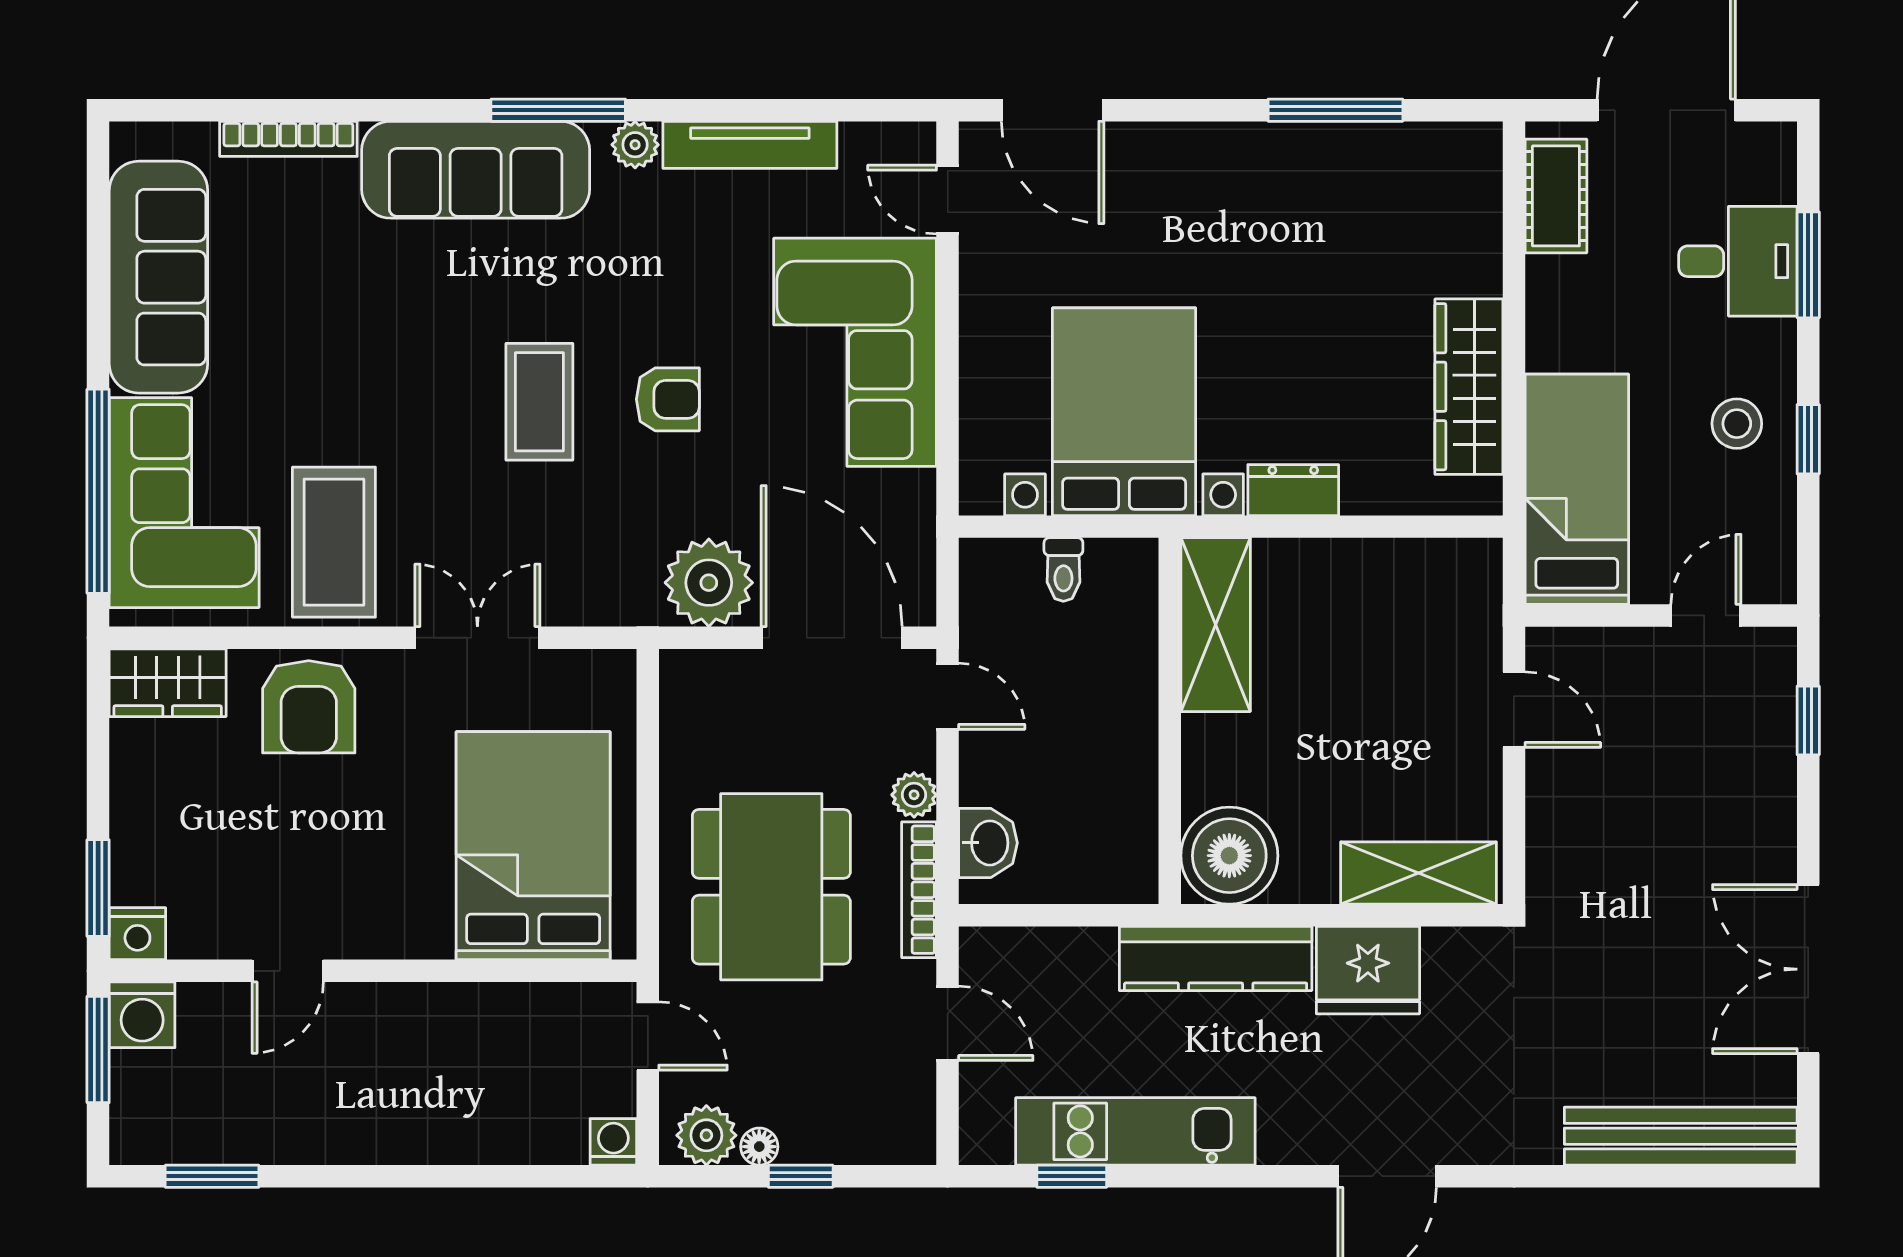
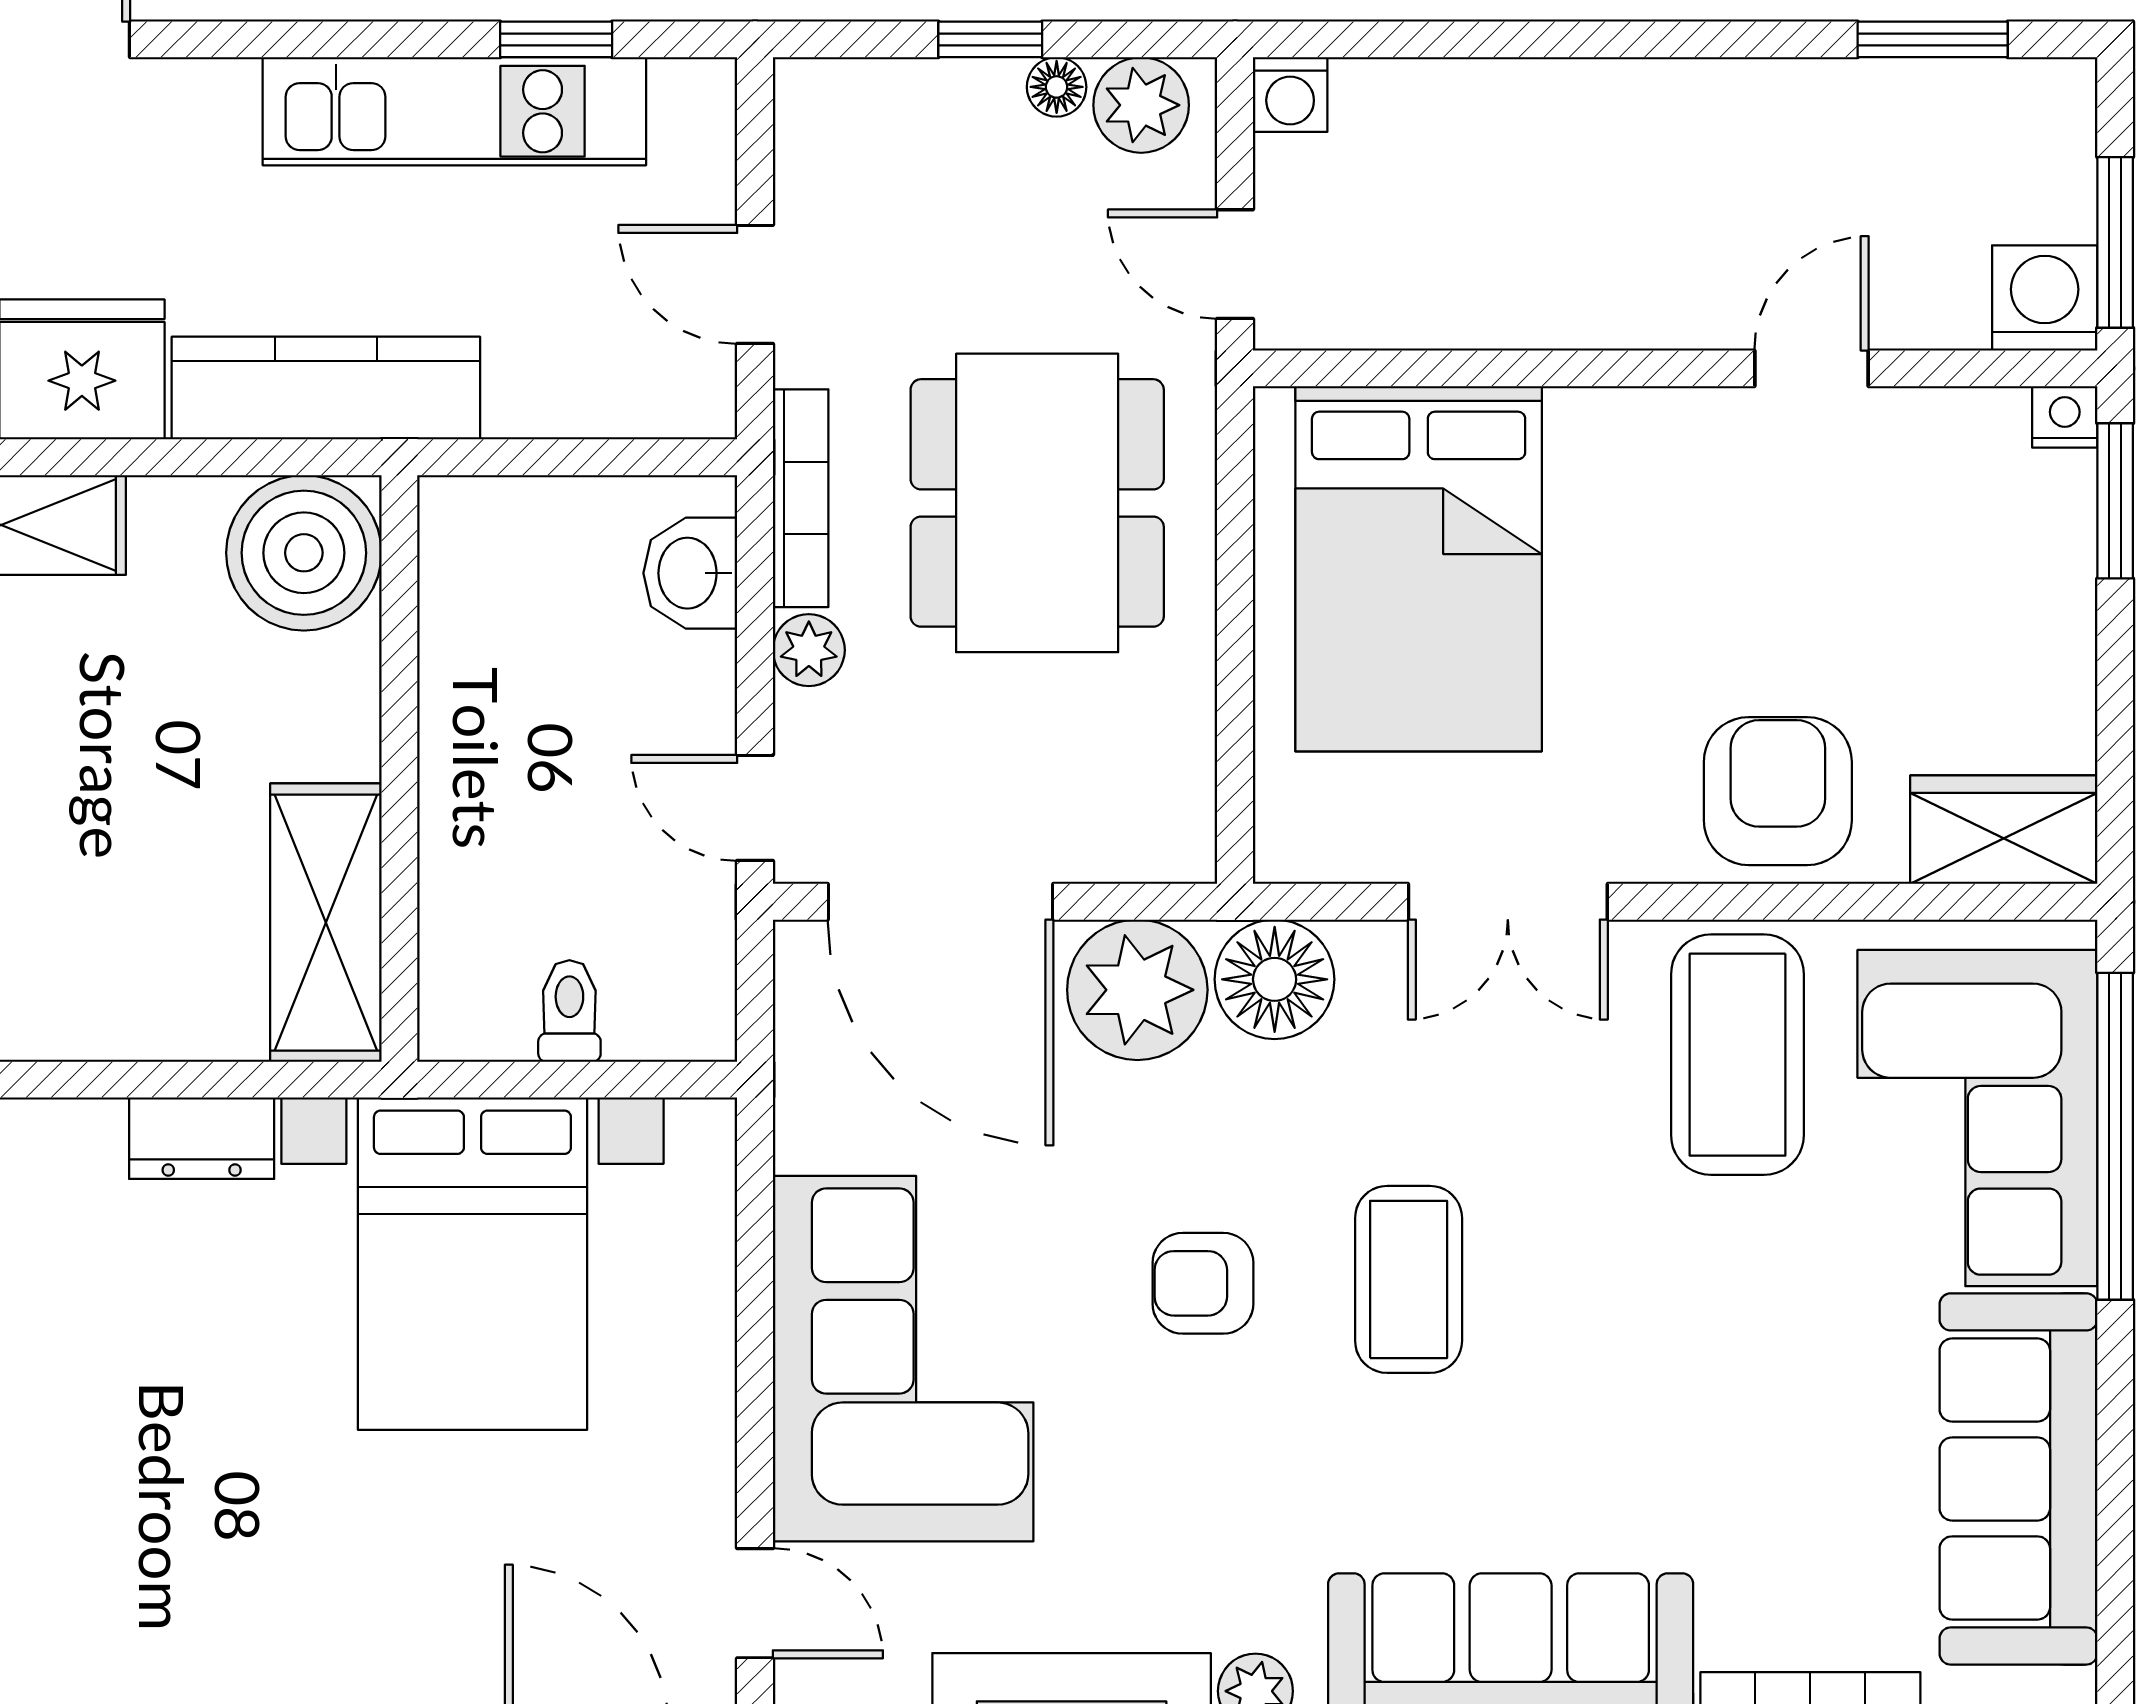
floor lamp: (623, 589) -> (1275, 979), added
nightstand: (137, 934) -> (2065, 417), width x0.72, depth x0.74

